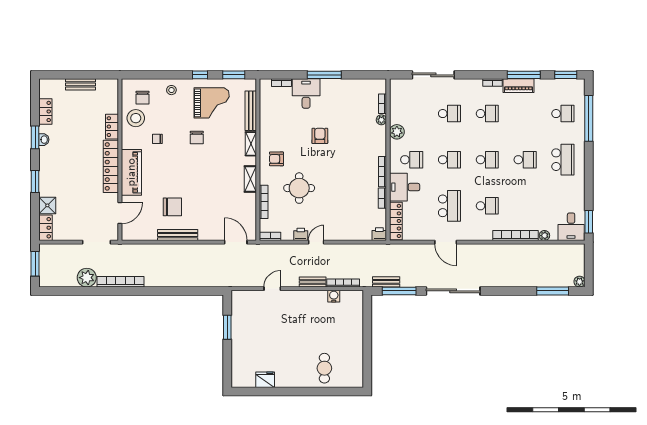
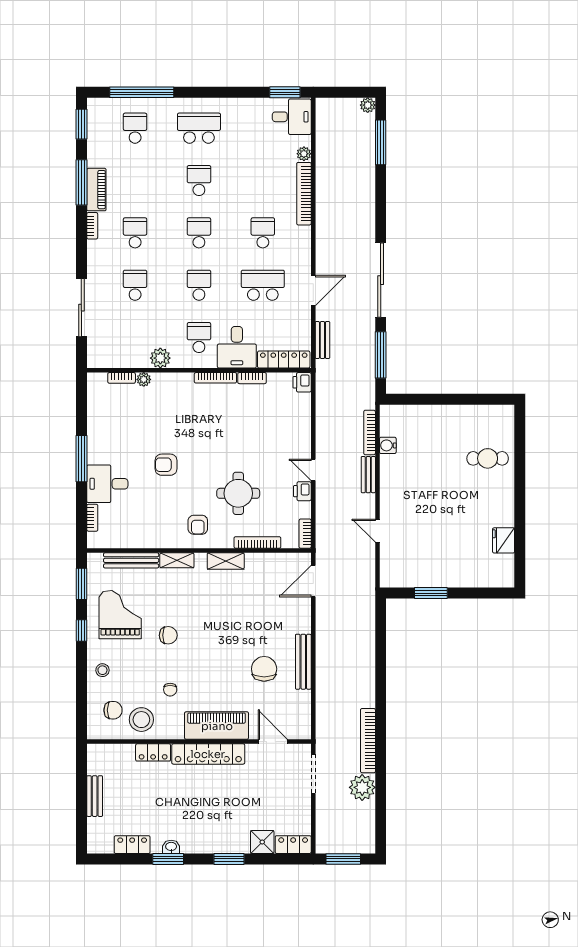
bench: (386, 282) -> (322, 340), moved

